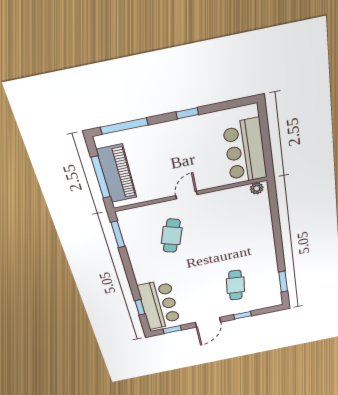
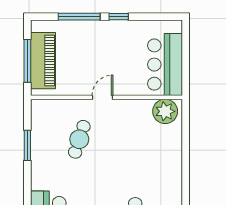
window: (124, 126) -> (79, 17), moved
plant: (257, 188) -> (165, 111), width x1.87, depth x1.87
window: (118, 234) -> (27, 145), moved

